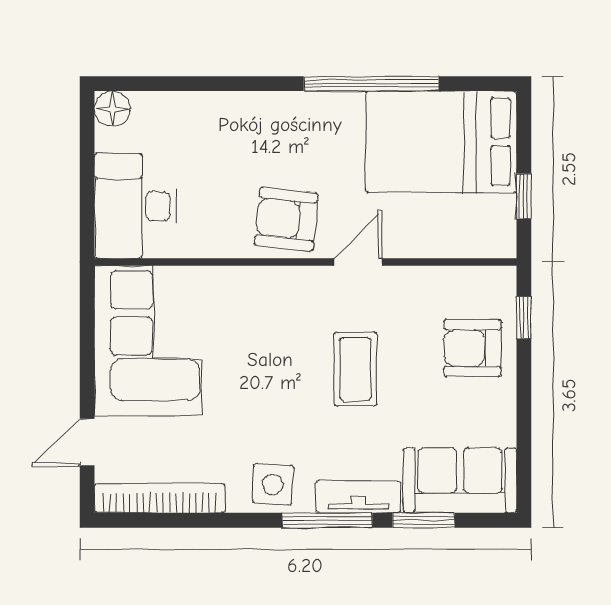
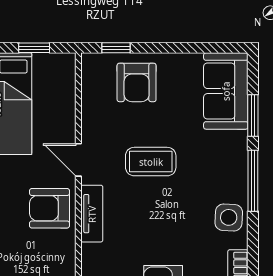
armchair: (286, 219) -> (50, 208), turned 84
tv unit: (358, 497) -> (92, 214), moved, turned 180

